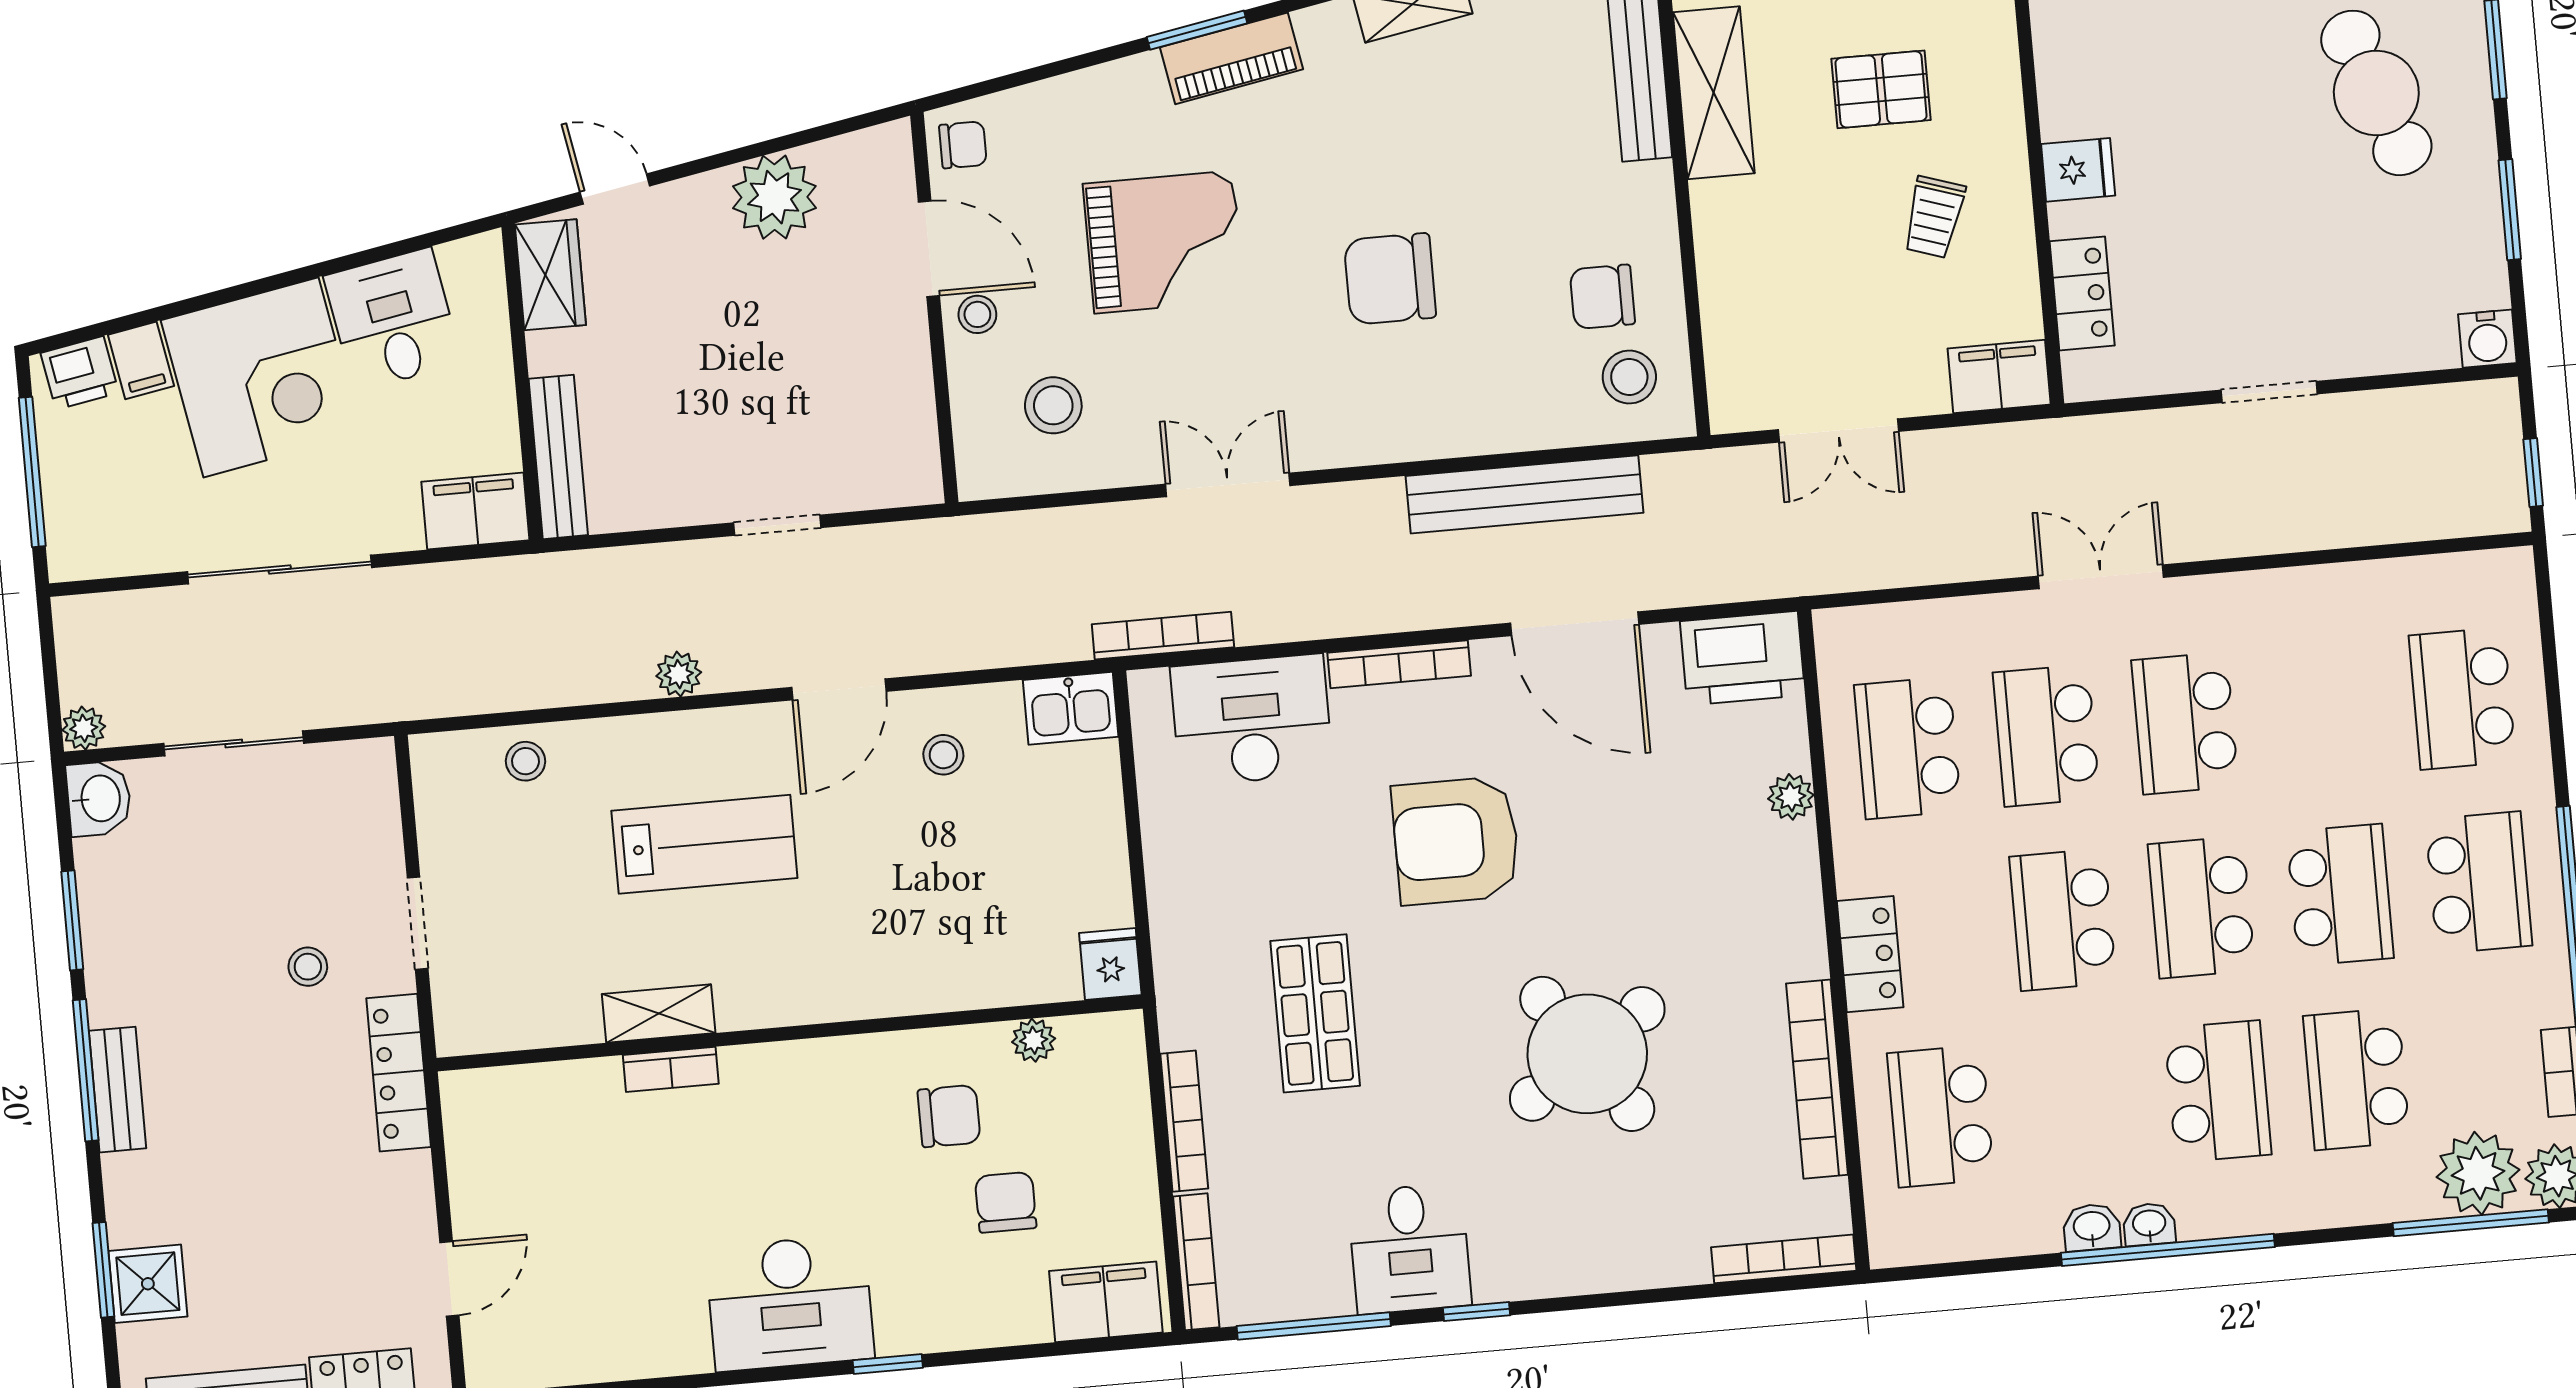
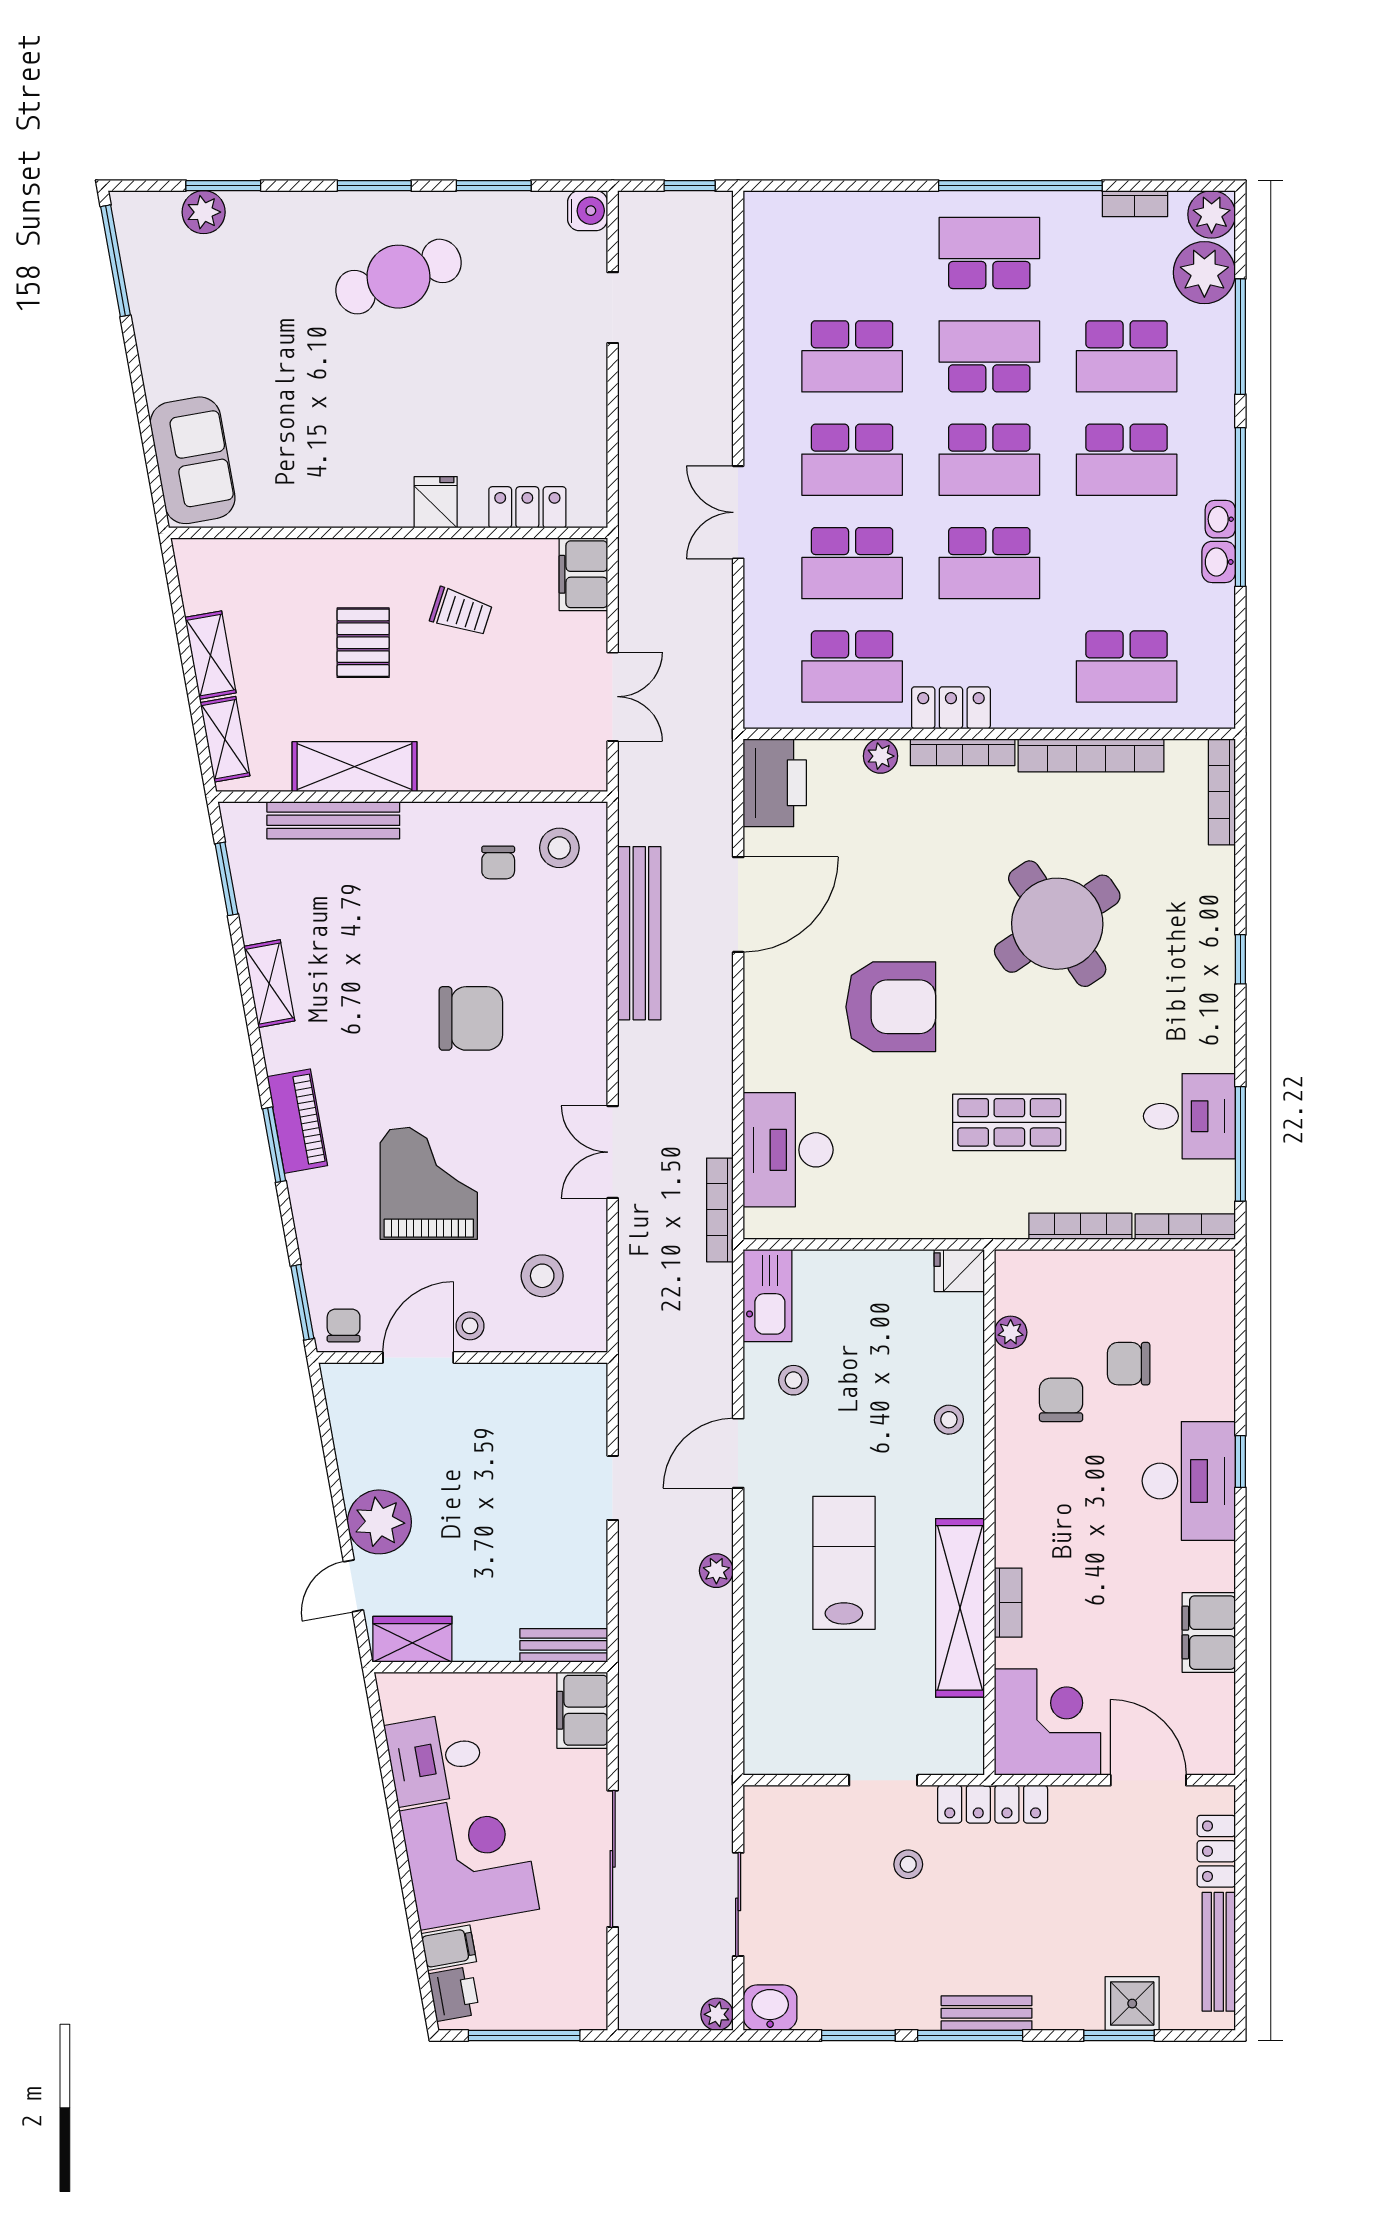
window: (989, 87) -> (302, 1302), added
plant: (774, 197) -> (379, 1522), moved
chair: (1390, 279) -> (471, 1018), turned -90
chair: (1602, 297) -> (498, 862), width x0.73, depth x0.73
doorway: (2269, 392) -> (613, 308), moved
bench: (558, 457) -> (564, 1645), width x0.73
bookcase: (1399, 664) -> (963, 752), moved, turned 90
door: (839, 689) -> (738, 1453), swing flipped
school desk: (2462, 698) -> (852, 356), moved
kitchen sink: (1071, 708) -> (767, 1296), width x1.38
stool: (525, 761) -> (949, 1420), moved
armchair: (1456, 841) -> (891, 1007), turned -90
locker: (1870, 954) -> (951, 708), moved
shelving: (659, 1013) -> (960, 1608), width x2.20, depth x1.33
school desk: (2218, 1091) -> (1127, 460), turned 180
corner desk: (515, 1136) -> (1047, 1722), added
window: (2471, 1223) -> (1240, 337), moved
desk: (1409, 1248) -> (1189, 1116), moved
door: (449, 1279) -> (1148, 1780), width x1.37
filing cabinet: (1106, 1302) -> (1209, 1633), moved
desk: (790, 1303) -> (1189, 1481), moved
window: (1476, 1311) -> (1240, 959), moved

